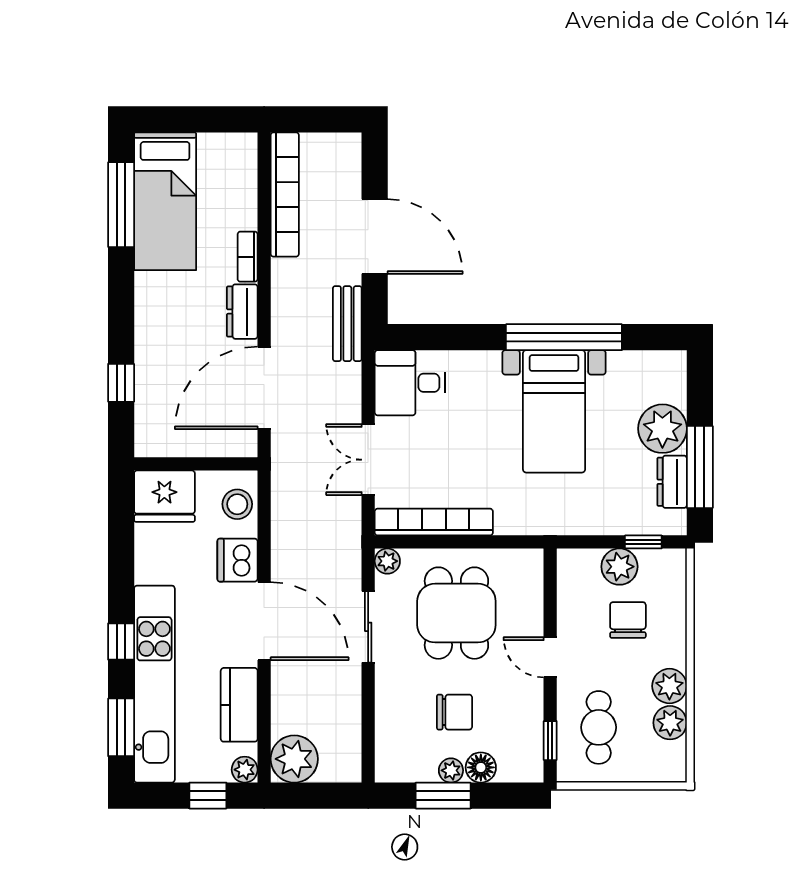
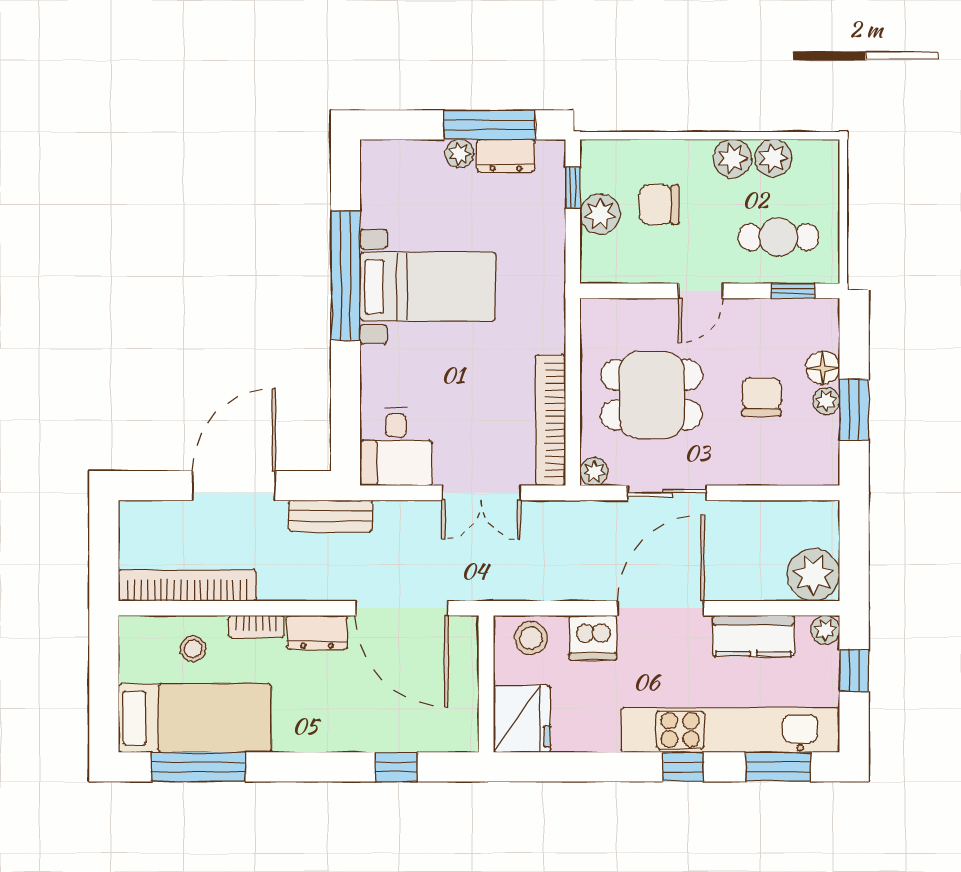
stool: (228, 200) -> (193, 649), added
plant: (662, 429) -> (460, 154), width x0.53, depth x0.53

